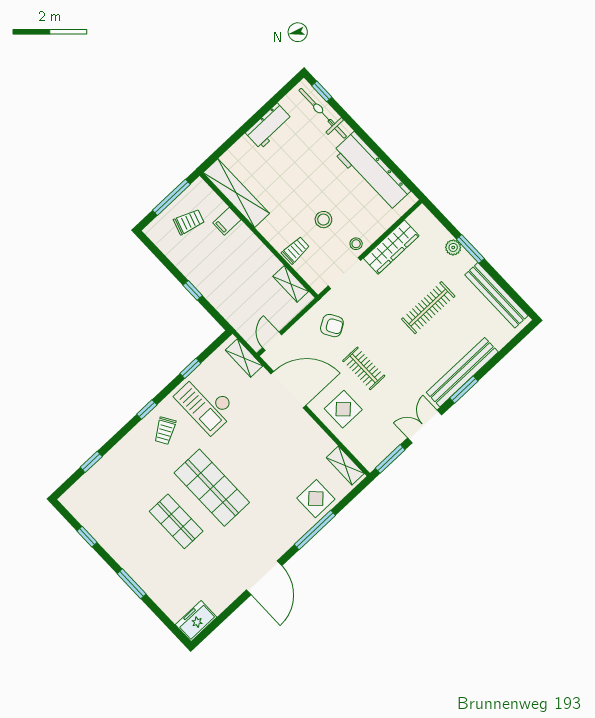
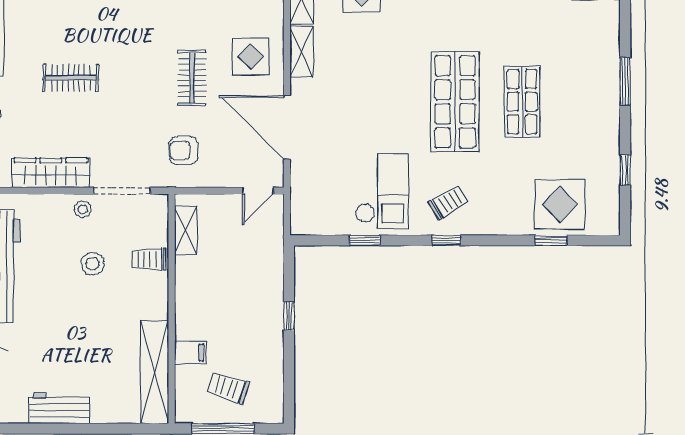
clothes rail: (428, 308) -> (71, 78), width x0.73
armchair: (332, 326) -> (183, 150), turned -59
shelving: (244, 358) -> (301, 52), moved
display table: (104, 486) -> (560, 204), added

